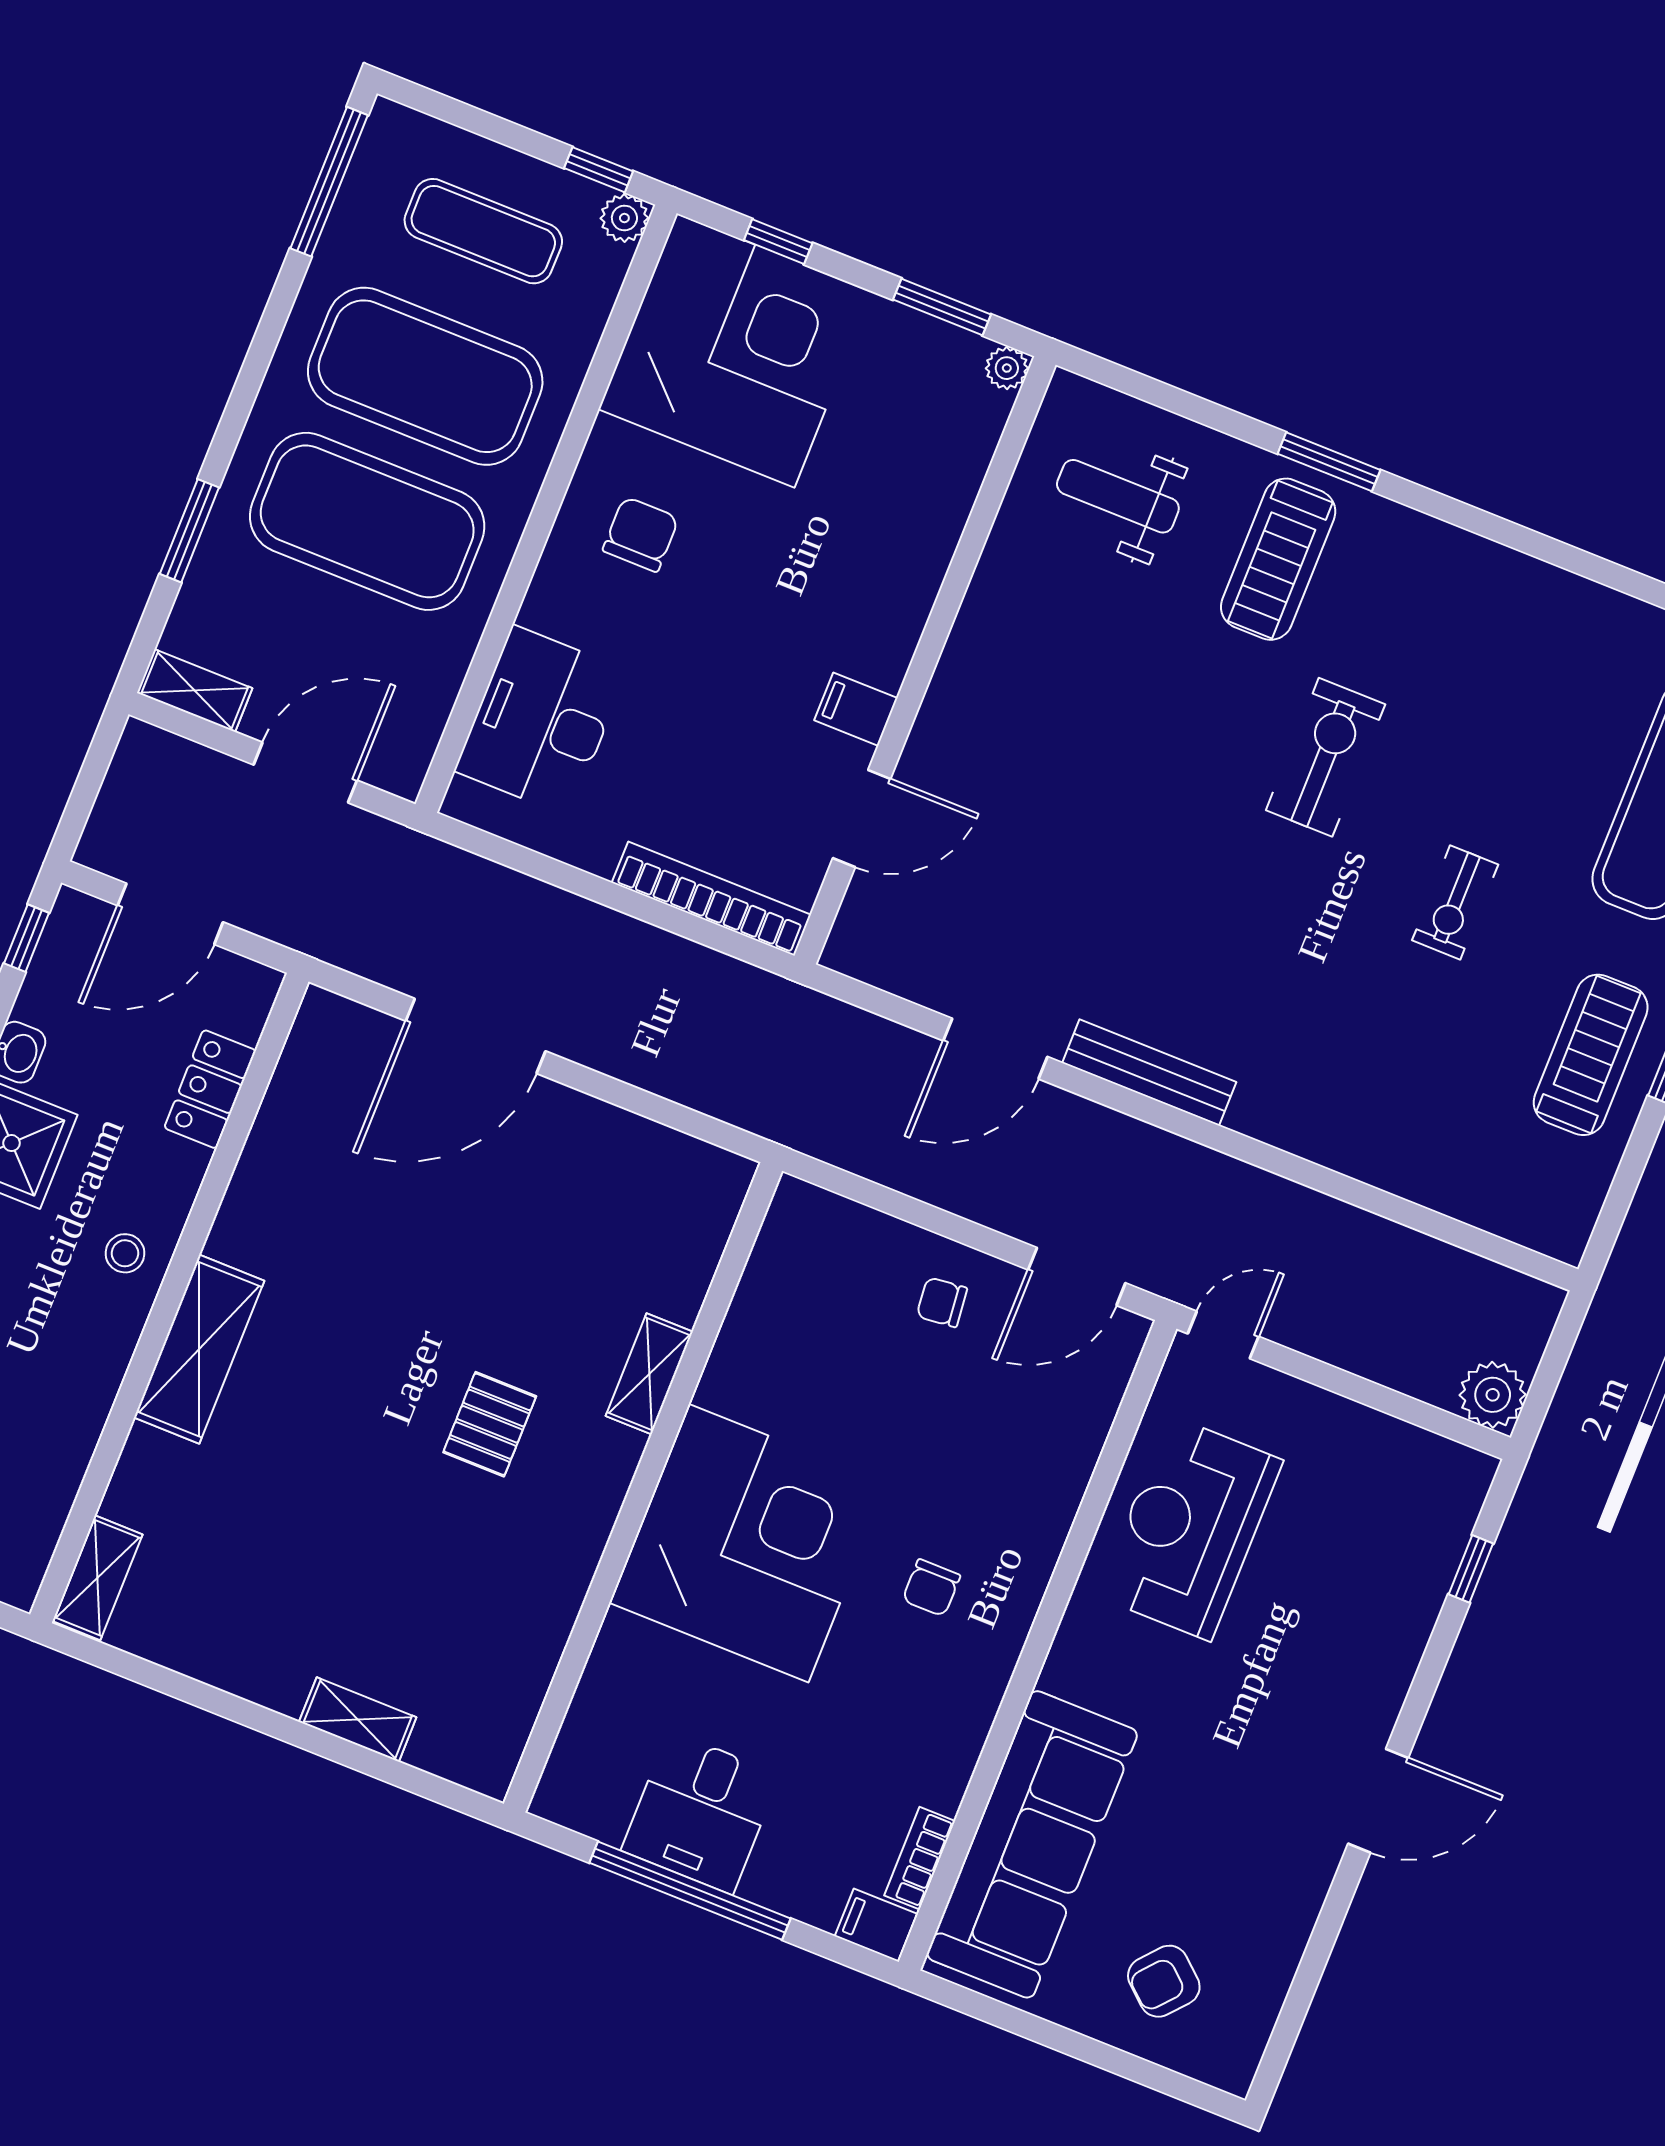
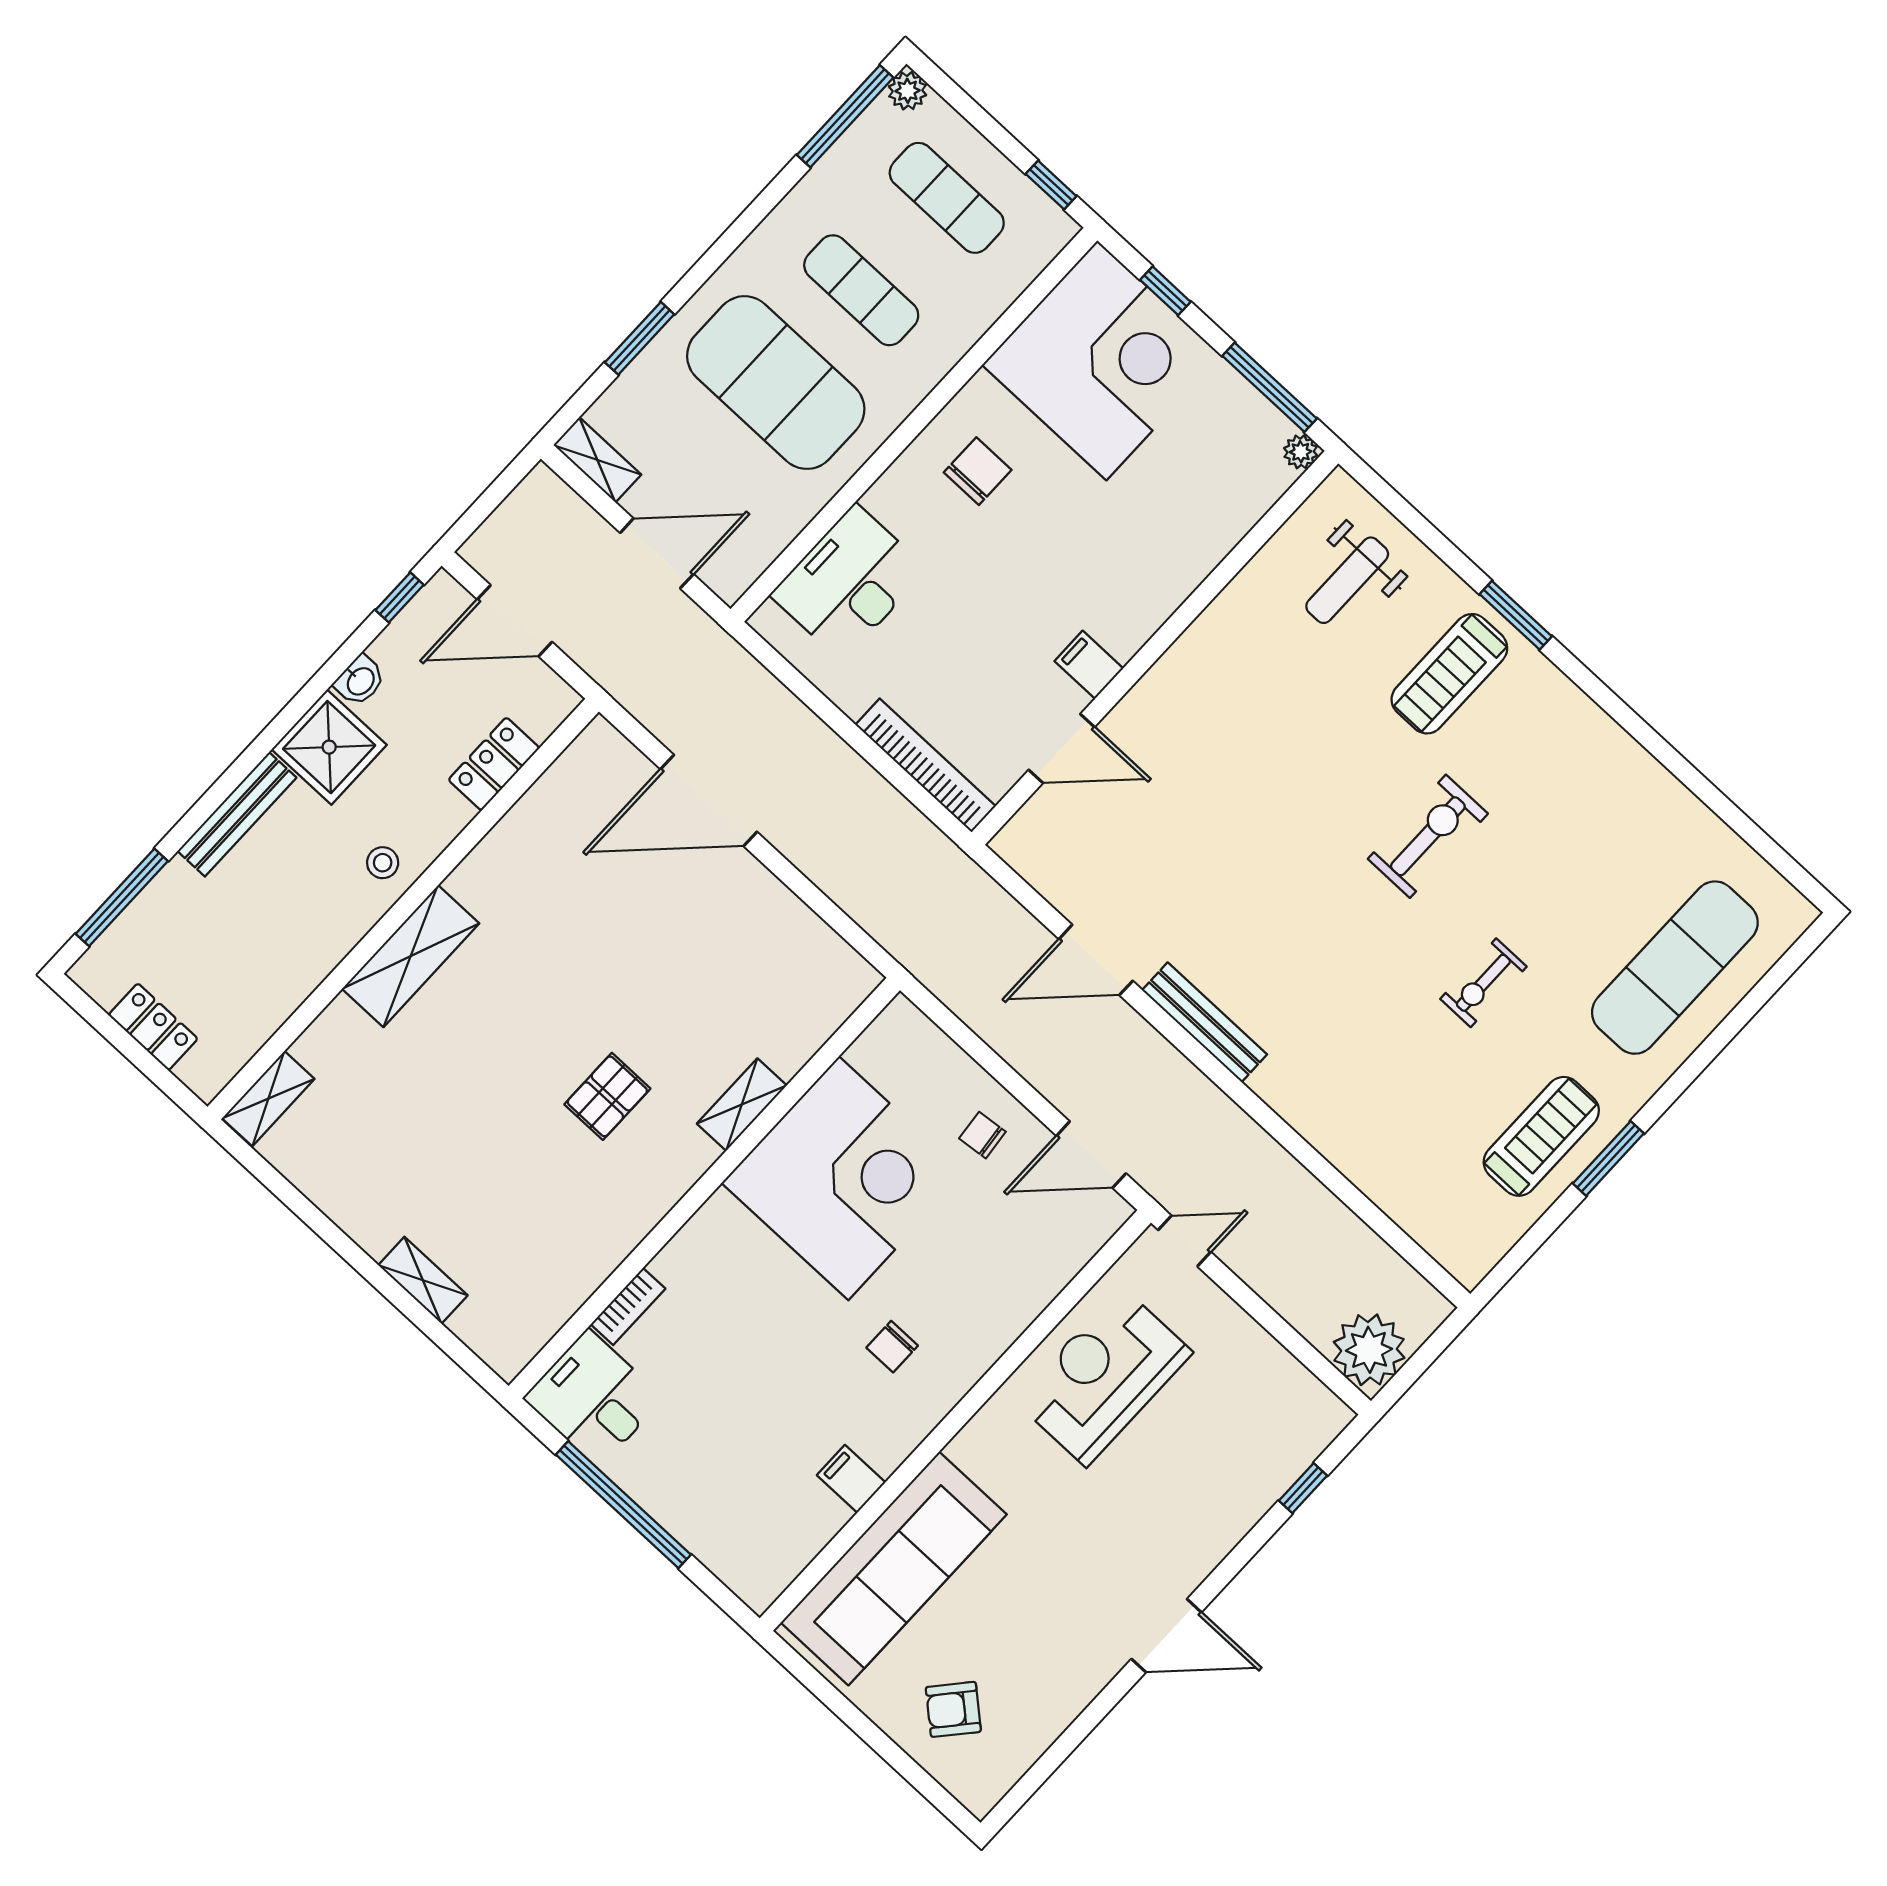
plant: (624, 218) -> (907, 91), moved
window: (942, 307) -> (1270, 387), width x1.44
exercise mat: (425, 376) -> (861, 290), width x0.50, depth x0.69
weight bench: (1118, 496) -> (1347, 580), turned -90
plant: (1493, 1395) -> (1369, 1350), width x1.36, depth x1.36
corner desk: (749, 1543) -> (844, 1178), moved
desk: (701, 1813) -> (594, 1398), moved, turned 90
bookcase: (920, 1858) -> (628, 1306), moved, turned 180
filing cabinet: (876, 1925) -> (851, 1479), moved

